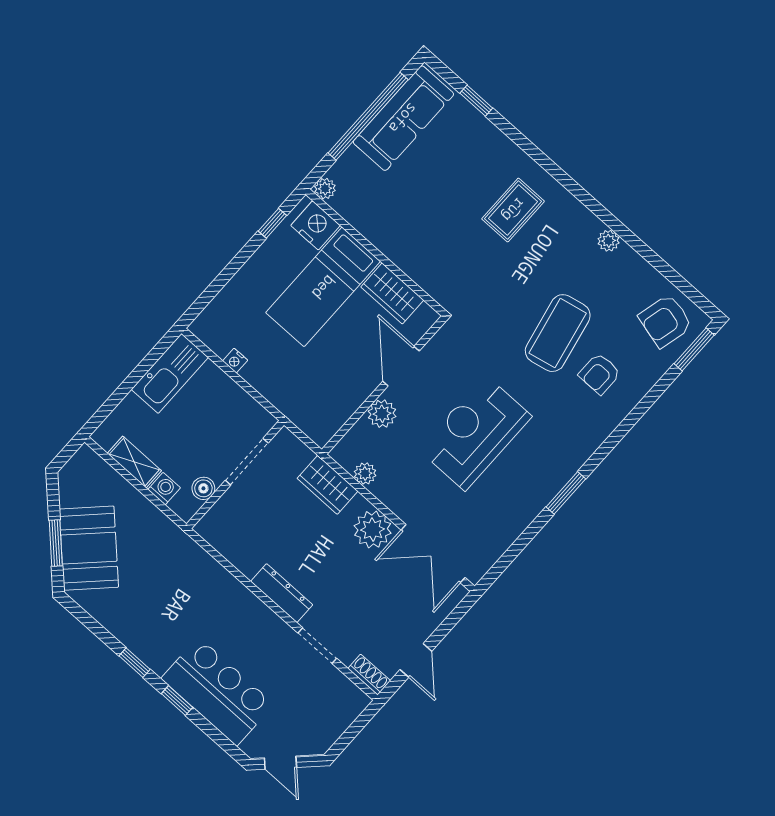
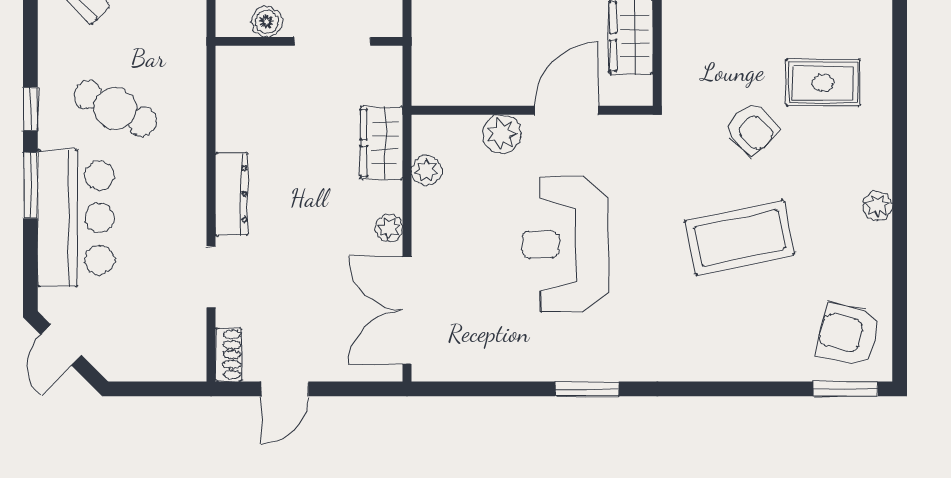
armchair: (600, 374) -> (752, 129), moved, turned -134
reception desk: (475, 433) -> (566, 244), turned -90
plant: (373, 529) -> (389, 228), width x0.53, depth x0.53
cafe table: (176, 615) -> (115, 108), added
window: (177, 701) -> (30, 185), width x1.50

